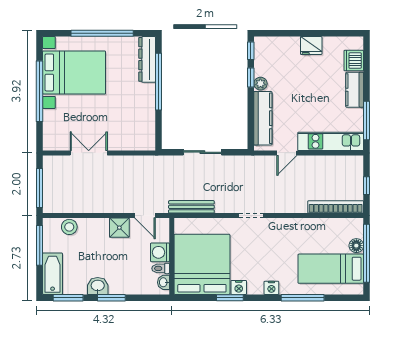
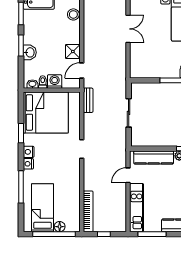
door: (287, 153) -> (128, 175), hinge flipped
bench: (191, 207) -> (88, 100), width x0.73
washbasin: (98, 286) -> (30, 52), moved
nightstand: (239, 287) -> (29, 152), moved

